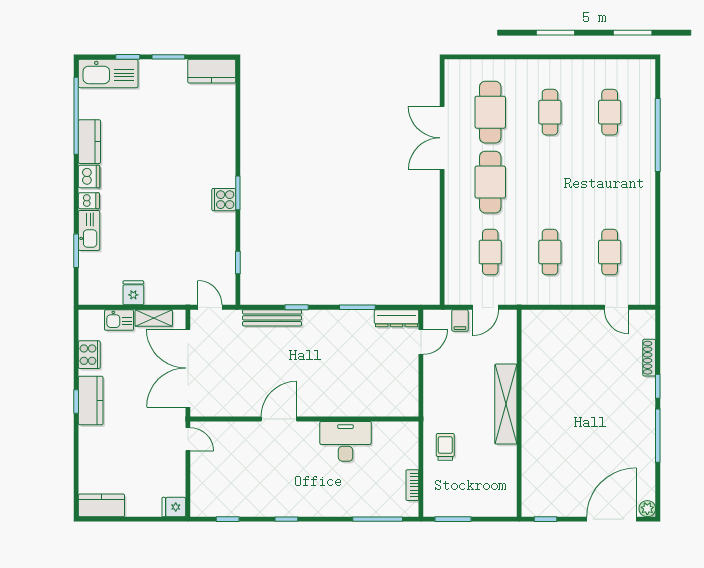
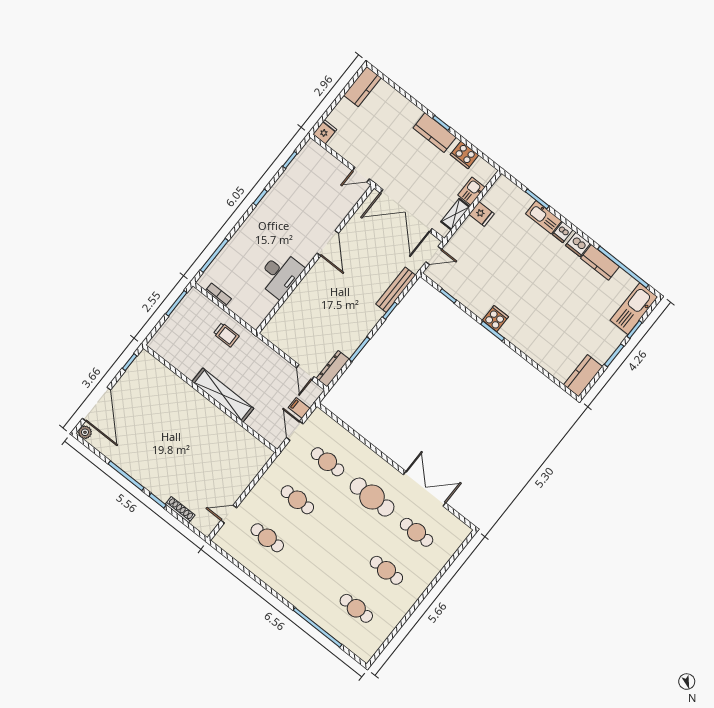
cafe table: (490, 112) -> (417, 532), width x0.73, depth x0.74
double door: (188, 368) -> (406, 211), swing flipped

